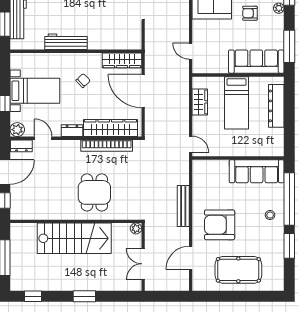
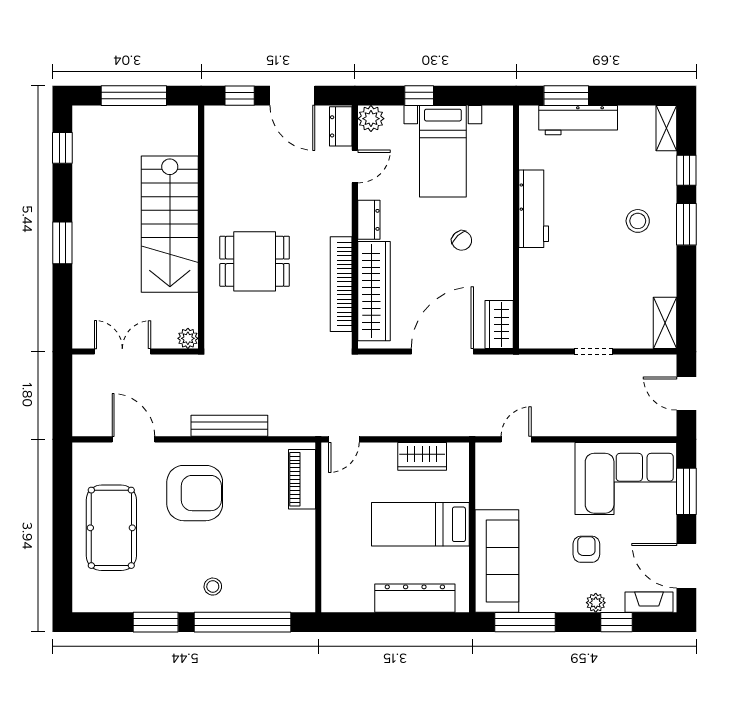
wardrobe: (122, 60) -> (499, 324), width x0.67
piano: (212, 167) -> (302, 479), added
sofa: (257, 171) -> (294, 562), removed
armchair: (220, 225) -> (195, 493), turned 90

